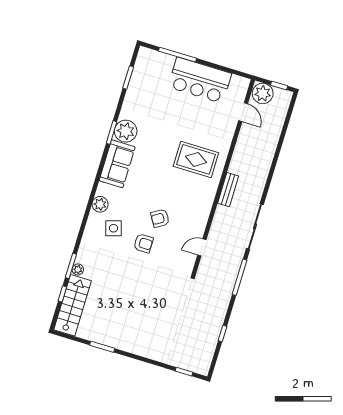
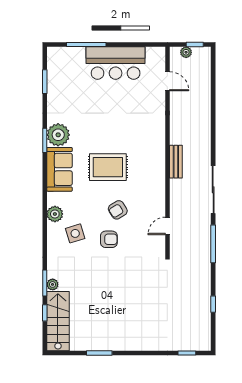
plant: (263, 93) -> (186, 52), width x0.53, depth x0.53
rug: (196, 159) -> (108, 167), moved

